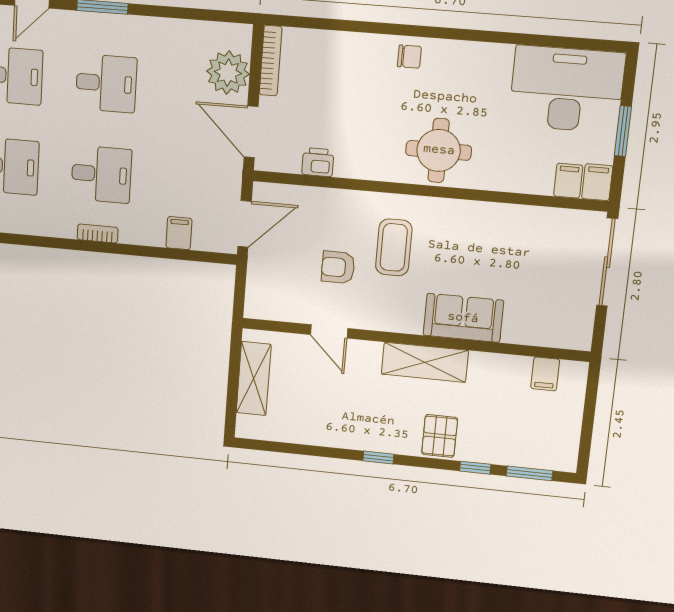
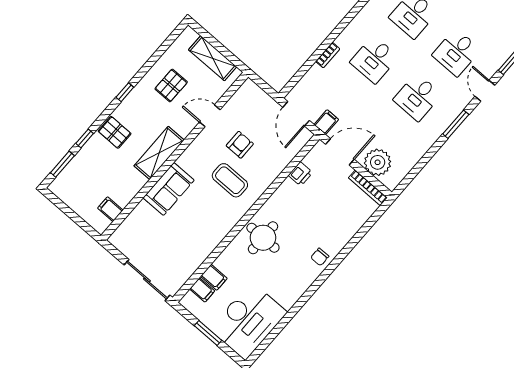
filing cabinet: (597, 182) -> (214, 277), moved
filing cabinet: (179, 233) -> (326, 122), moved, turned -90
bookcase: (98, 234) -> (328, 55), moved
pallet: (327, 406) -> (171, 85), added

